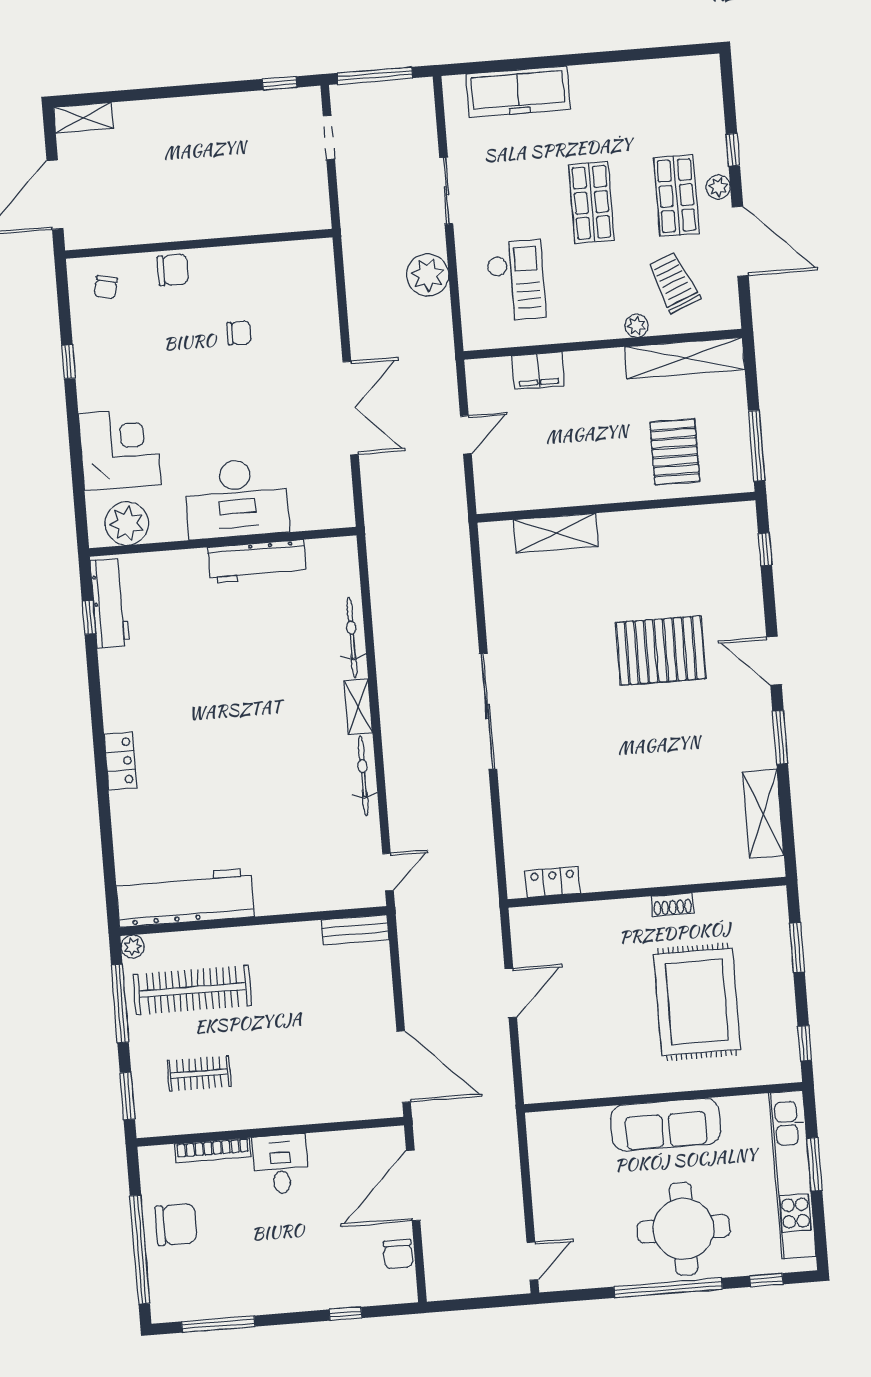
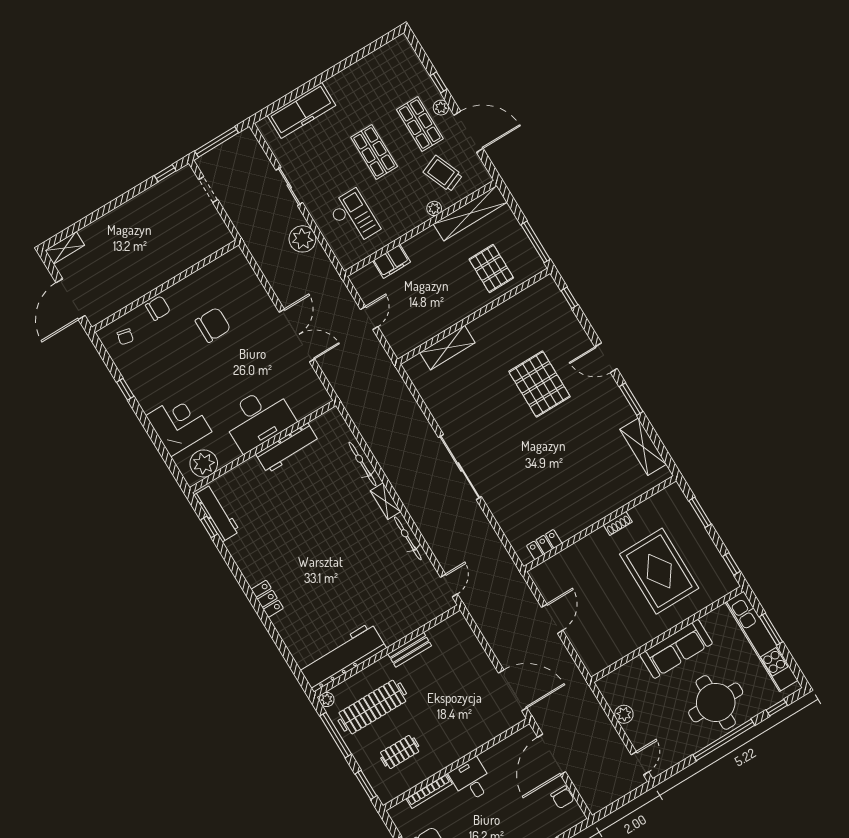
chair: (239, 333) -> (213, 325), width x1.87, depth x1.87
pallet: (661, 651) -> (539, 384), turned 90
bench: (355, 930) -> (410, 650), moved
plant: (545, 1180) -> (624, 714), added

